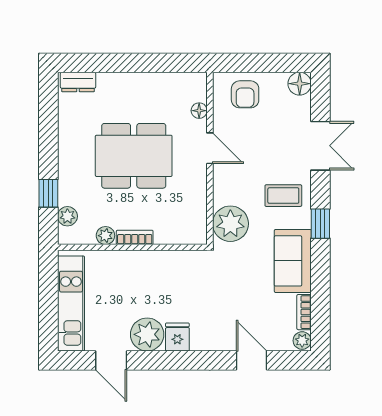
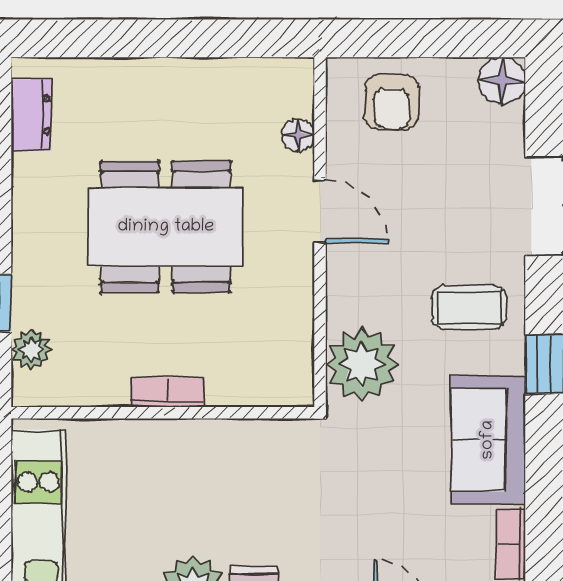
dresser: (78, 82) -> (31, 115), moved, turned -90
plant: (105, 236) -> (108, 389), removed

